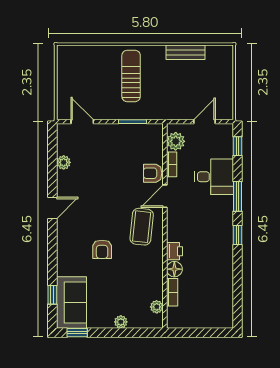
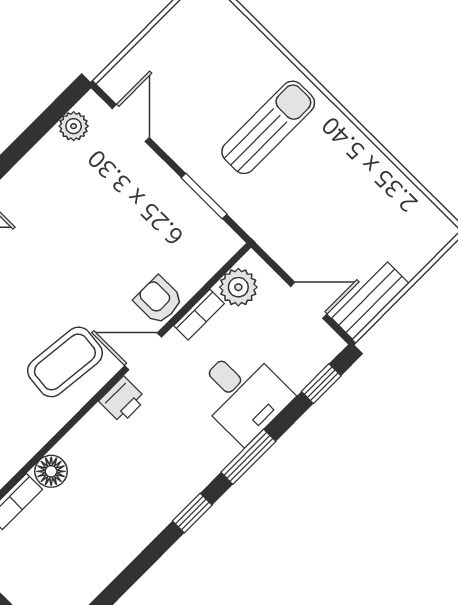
bench: (186, 52) -> (370, 301), moved, turned 90
plant: (64, 162) -> (74, 126), moved
printer: (175, 251) -> (123, 400), moved

